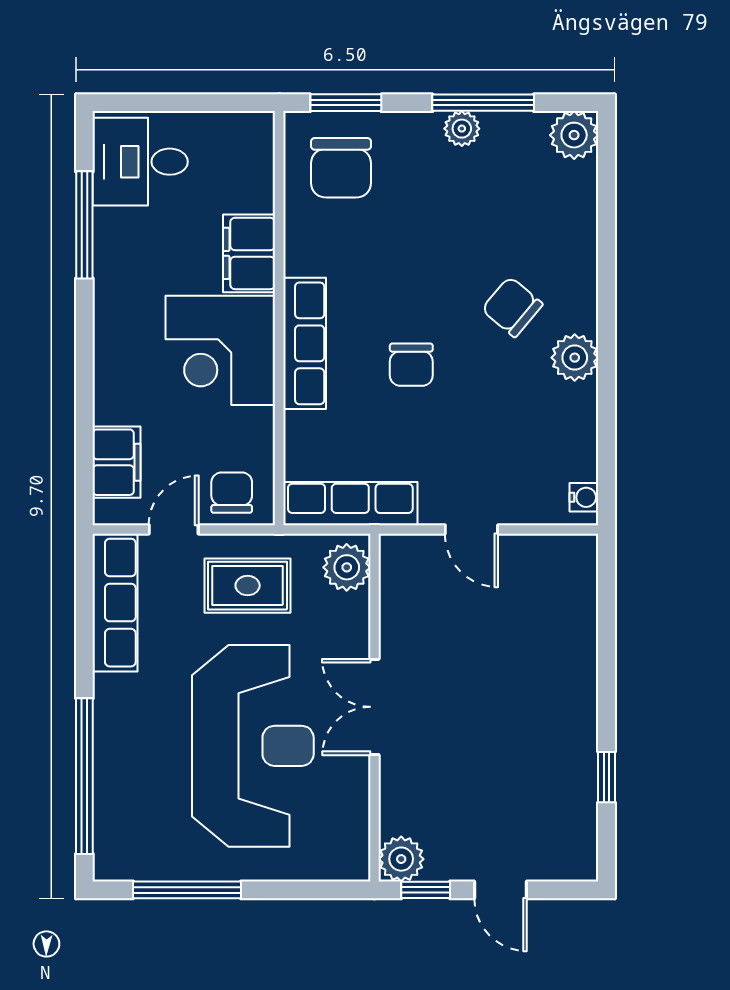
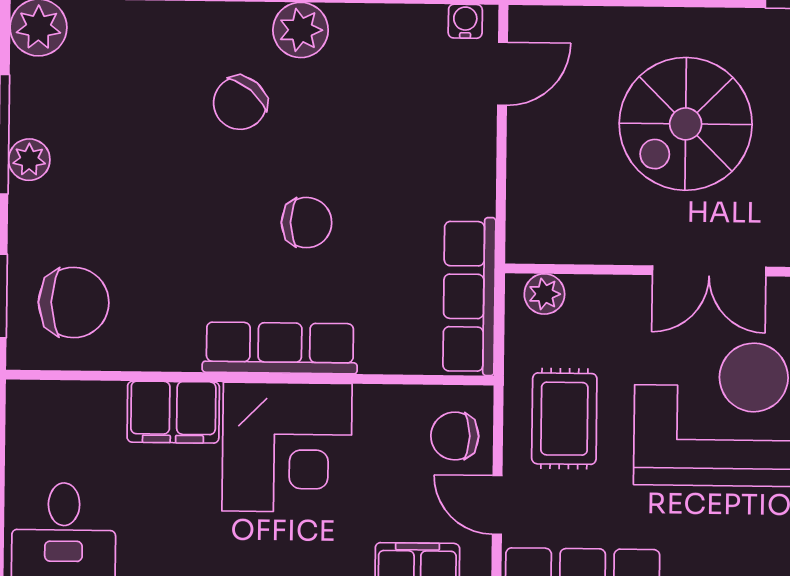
door: (471, 529) -> (502, 74), moved
plant: (347, 567) -> (544, 294), width x0.73, depth x0.73
spiral stairs: (499, 685) -> (686, 124), added

